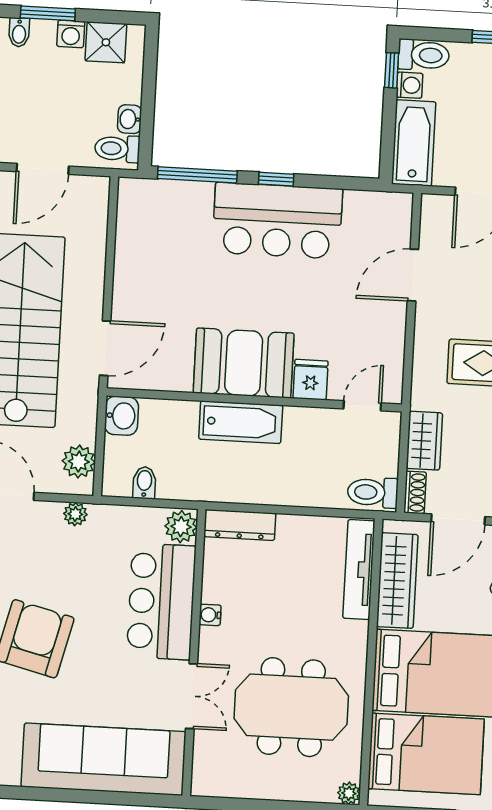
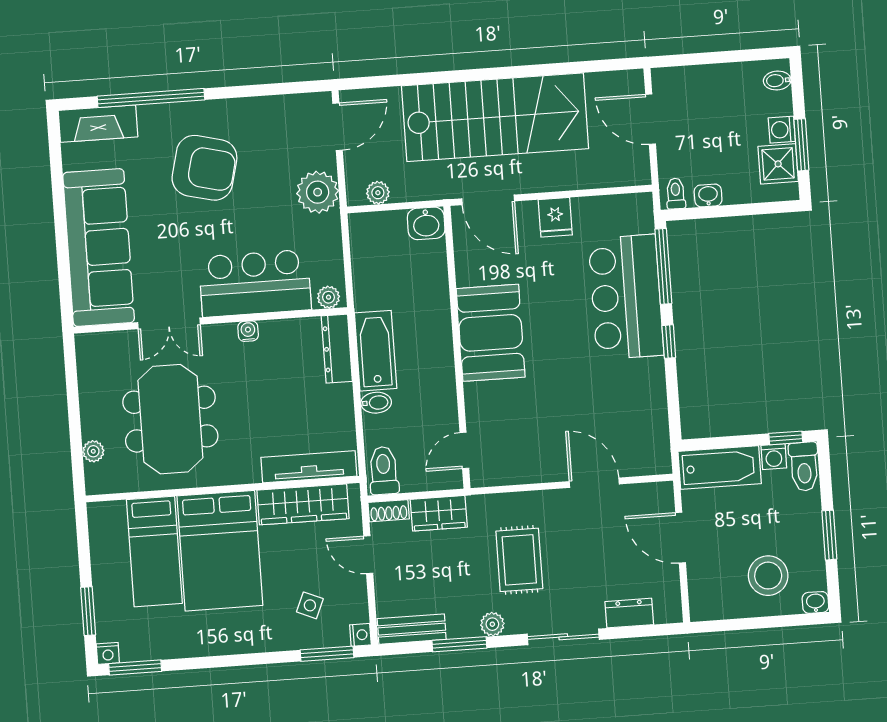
window: (48, 13) -> (801, 145), moved
toilet: (117, 149) -> (676, 194), width x0.73, depth x0.72
bar counter: (277, 221) -> (626, 297), moved
fridge: (310, 380) -> (555, 217), moved, turned 90
door: (362, 406) -> (464, 450), swing flipped
bathtub: (241, 422) -> (376, 351), moved, turned 180
plant: (79, 462) -> (378, 193), width x0.73, depth x0.73
bidet: (144, 483) -> (376, 403), moved
plant: (75, 514) -> (318, 192), width x1.87, depth x1.87
door: (458, 519) -> (368, 555), width x0.73
plant: (181, 527) -> (328, 297), width x0.73, depth x0.73
bed: (426, 754) -> (154, 551), width x0.67
plant: (349, 793) -> (93, 451), moved

